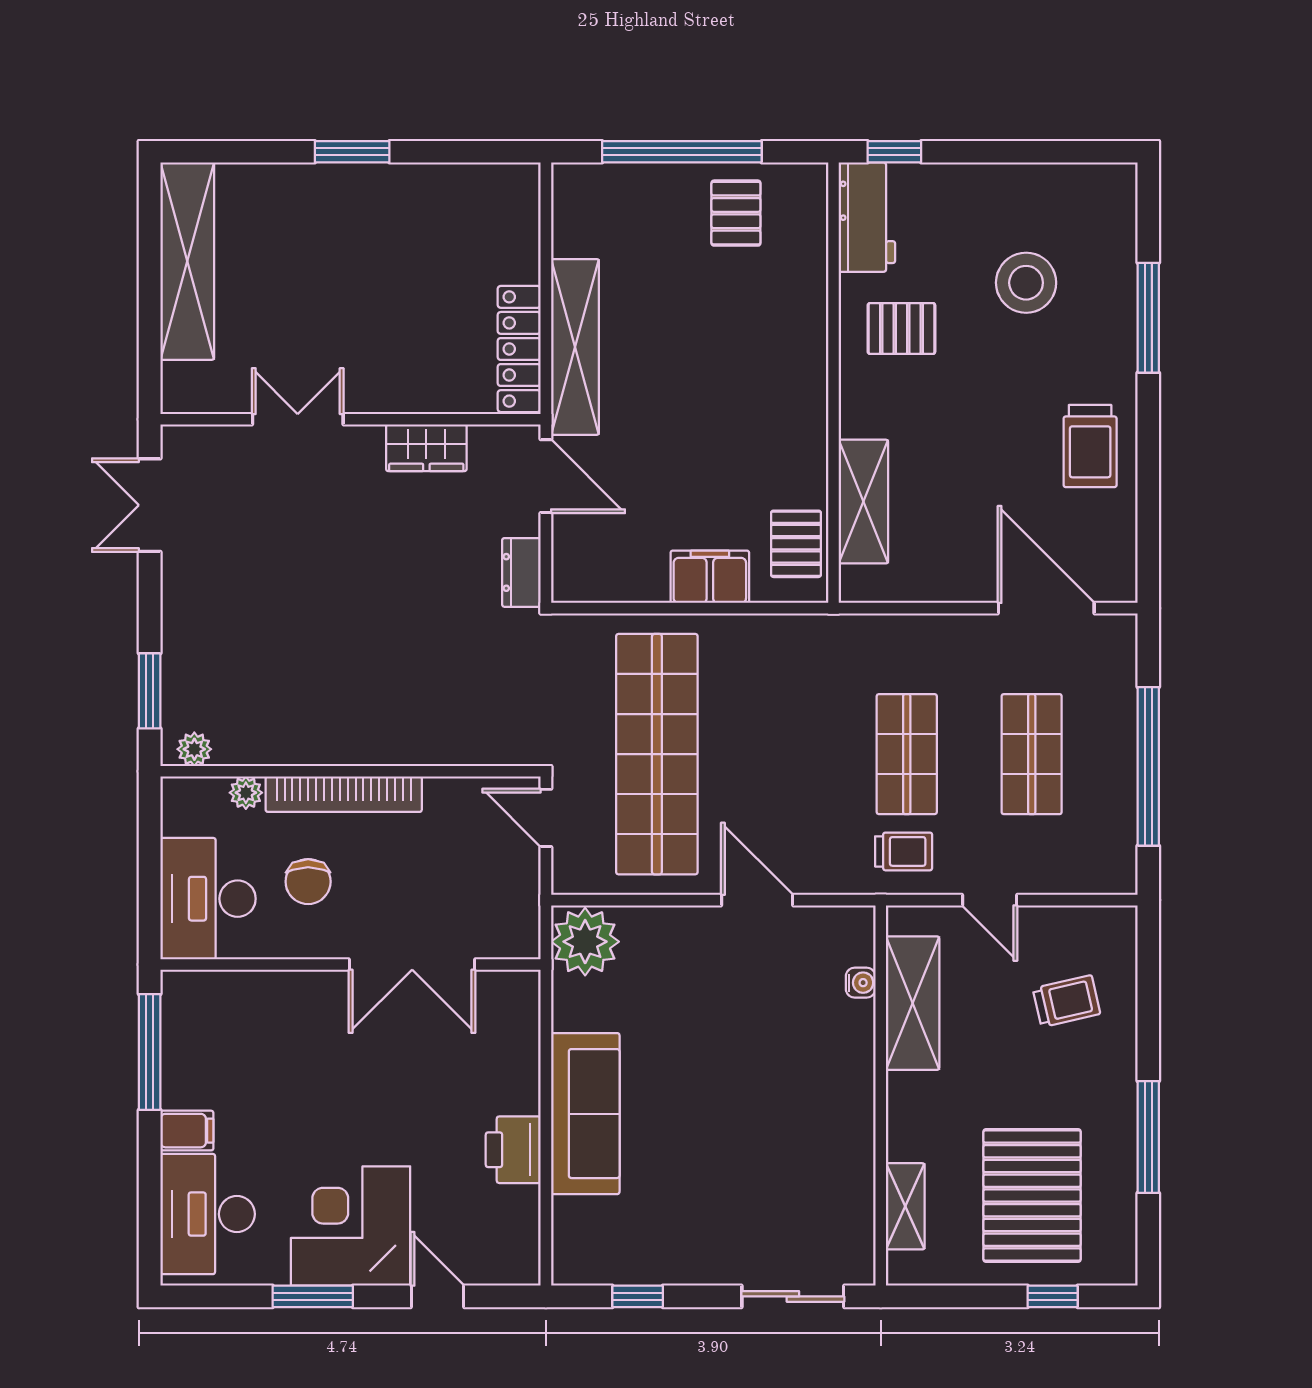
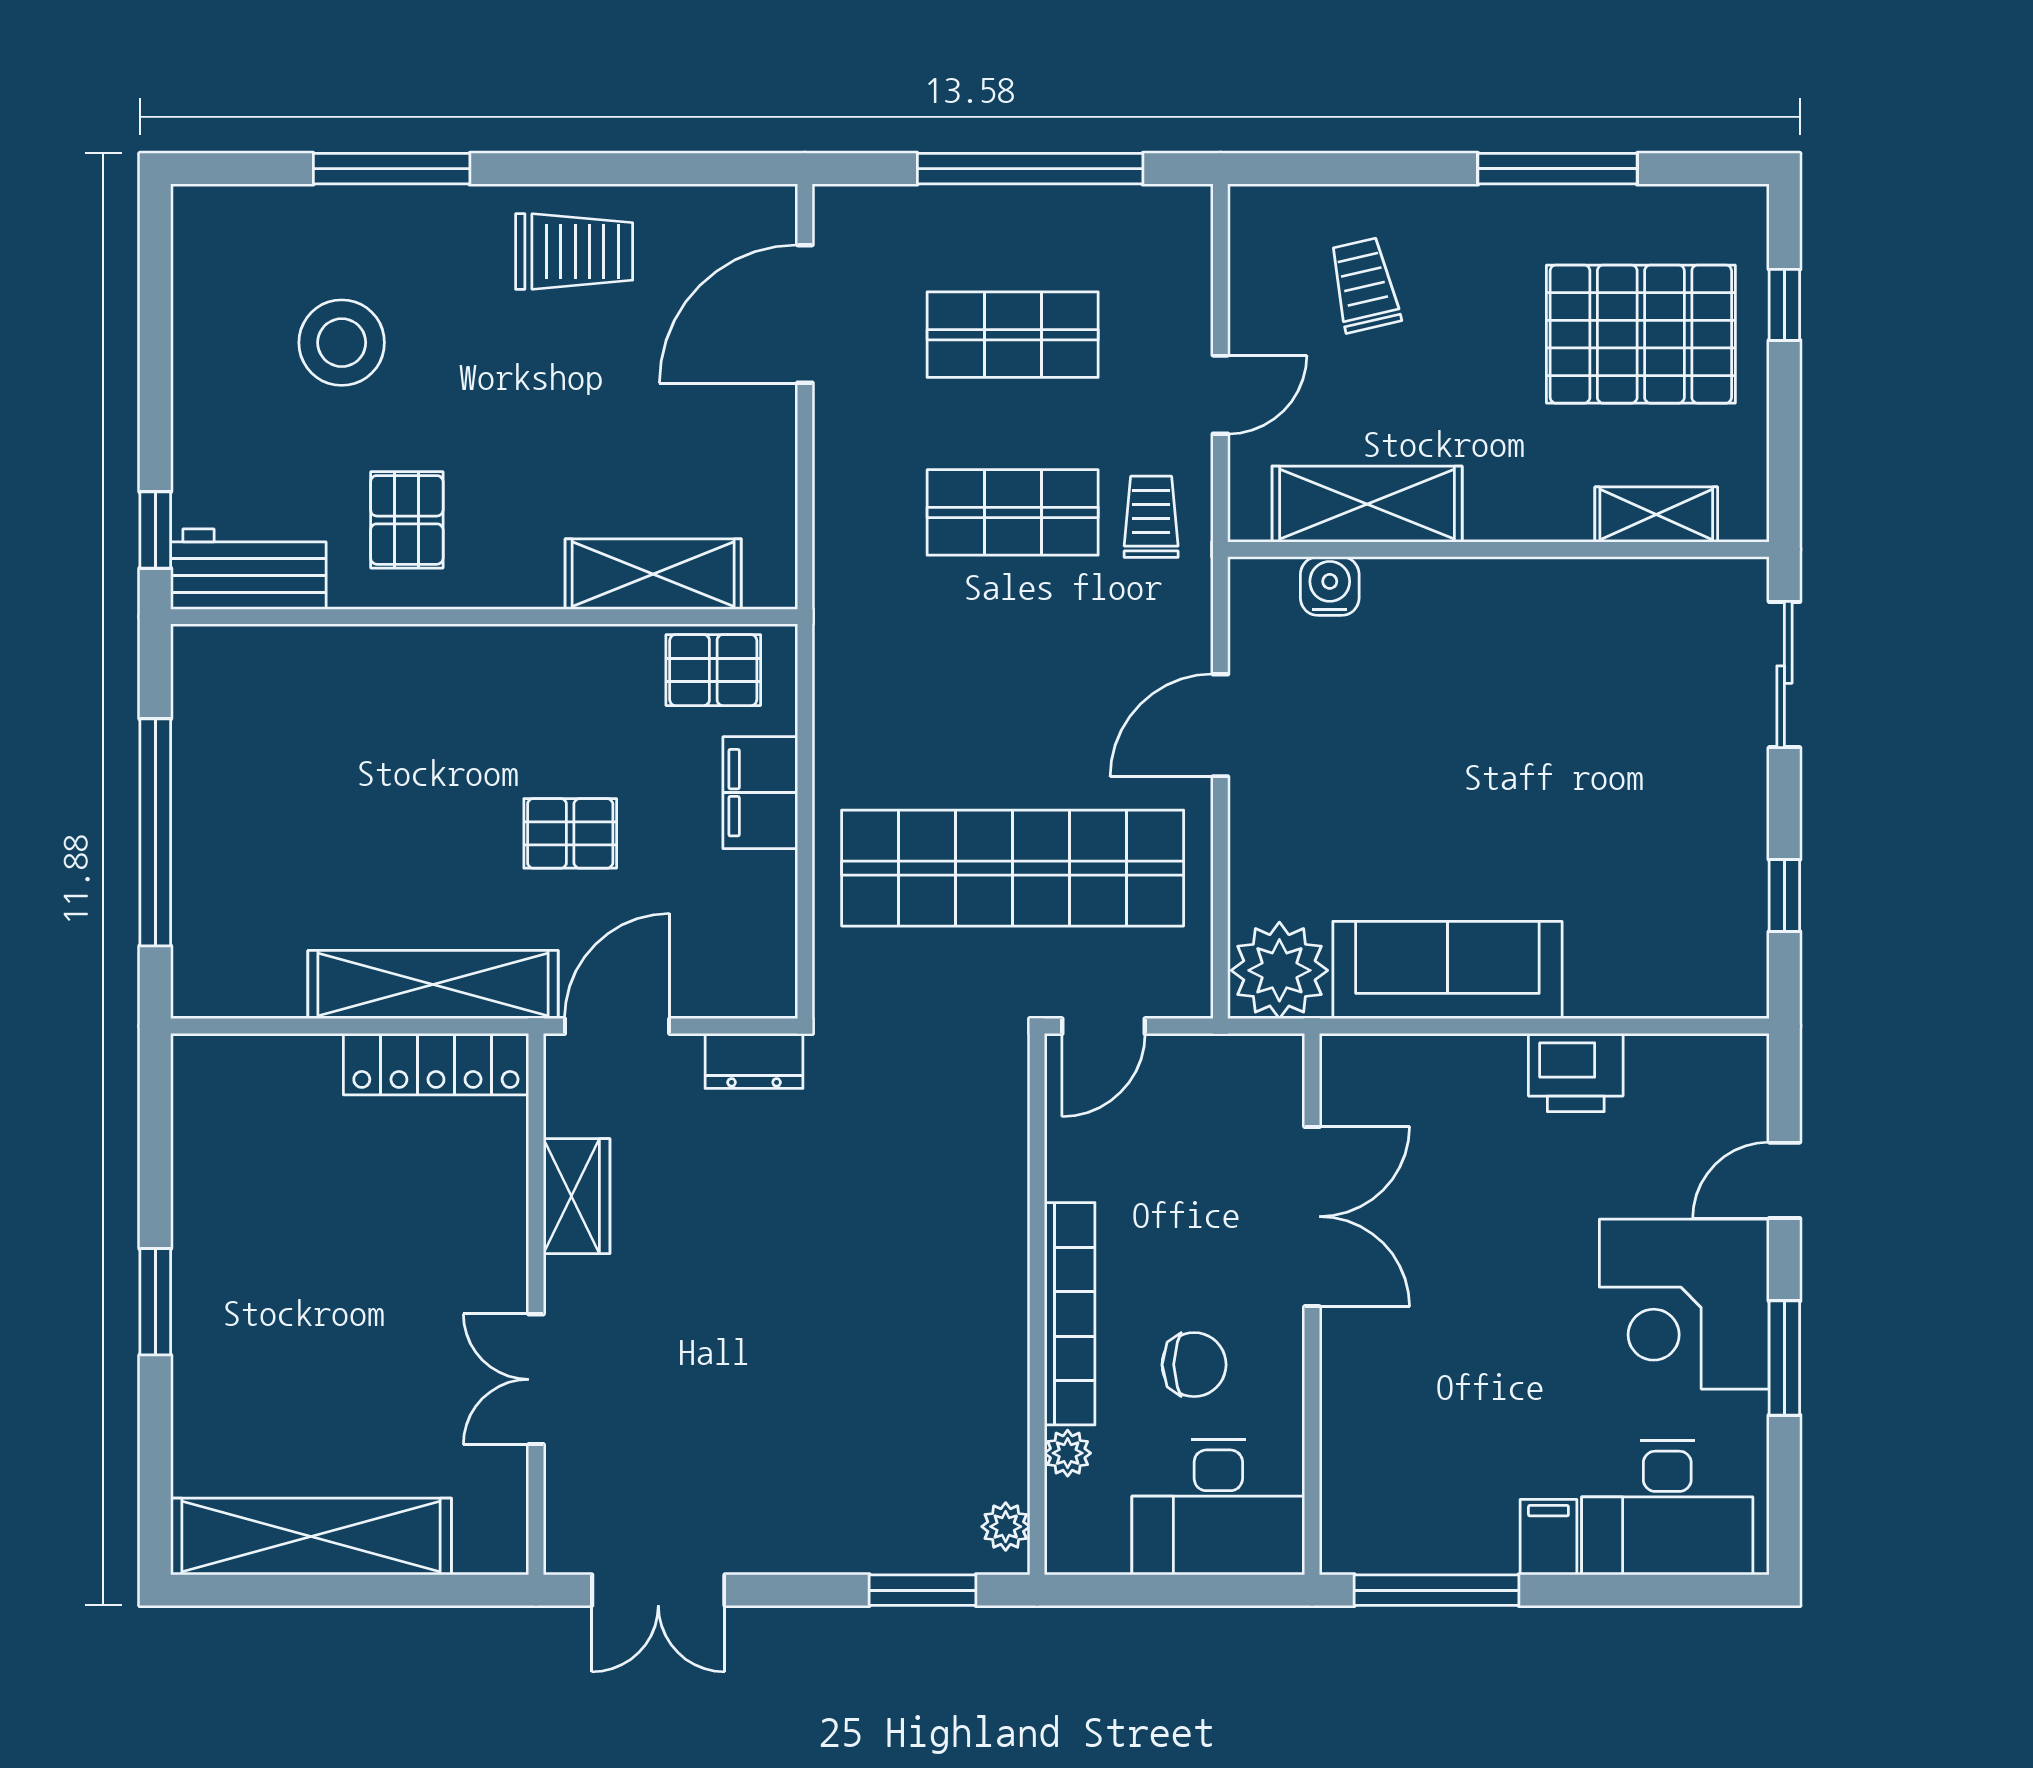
pallet: (736, 213) -> (570, 833), moved
water cooler: (861, 983) -> (1330, 586), width x1.38, depth x1.38
sofa: (585, 1114) -> (1447, 970), moved

